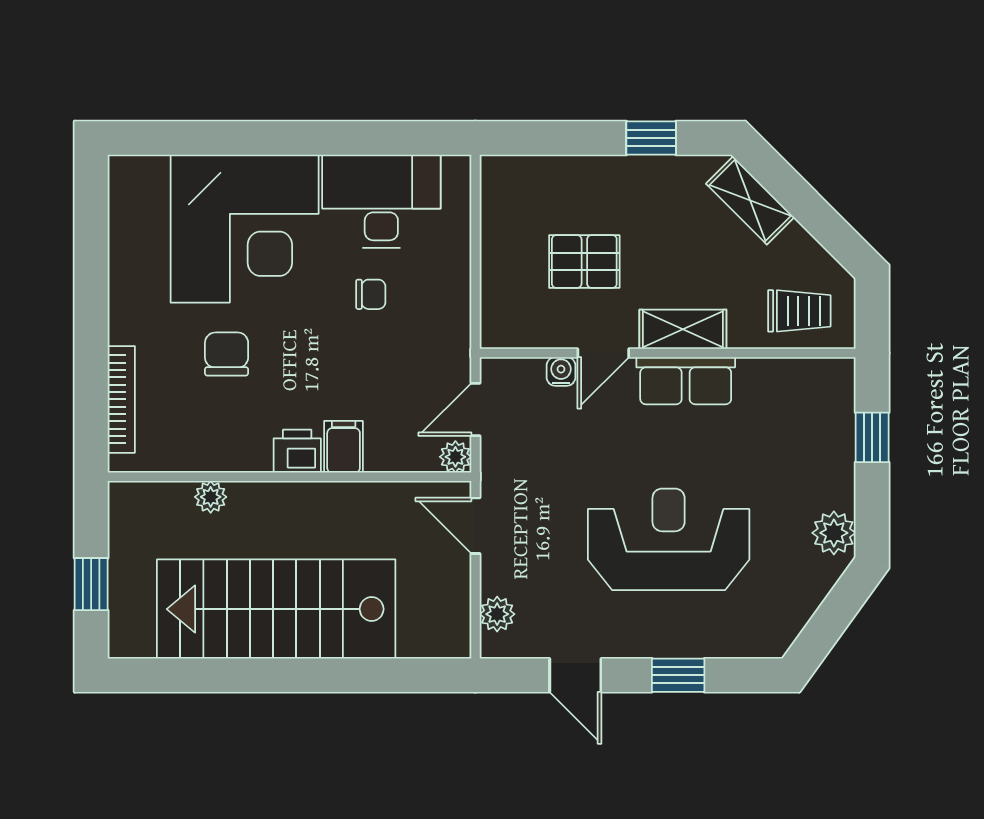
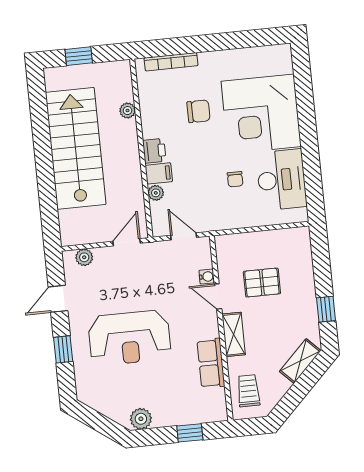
pallet: (584, 261) -> (262, 283), turned 90
trolley: (799, 311) -> (248, 391), turned 180
row of seats: (686, 381) -> (211, 363), moved
plant: (455, 457) -> (156, 193), moved
reception desk: (669, 539) -> (129, 338), turned 90

